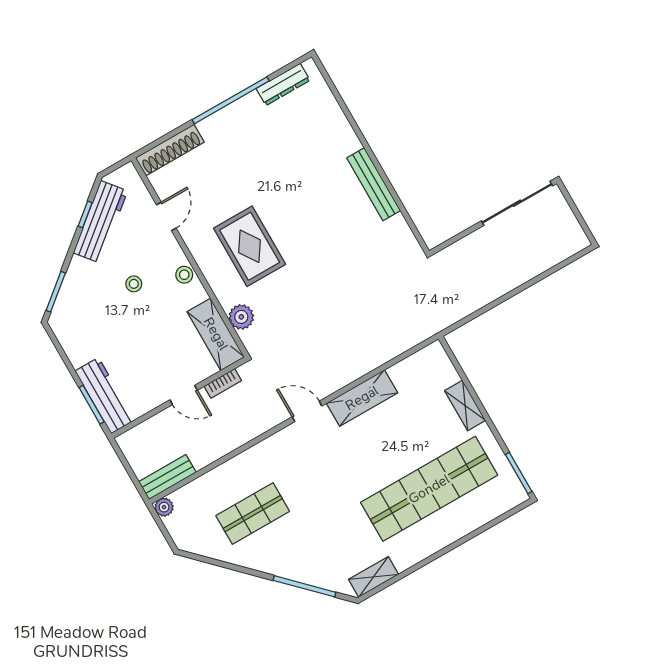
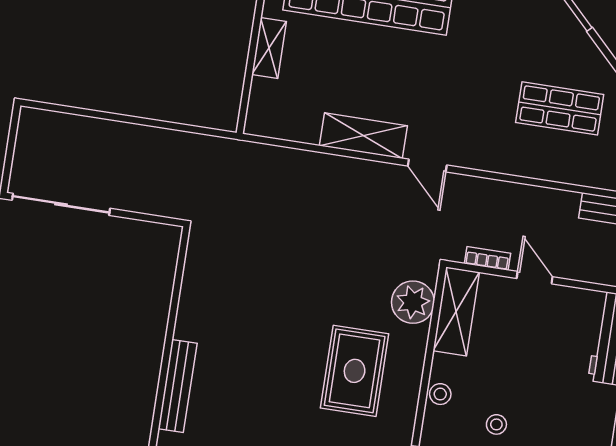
bench: (374, 184) -> (178, 386), moved
plant: (241, 317) -> (413, 302), width x1.36, depth x1.36

